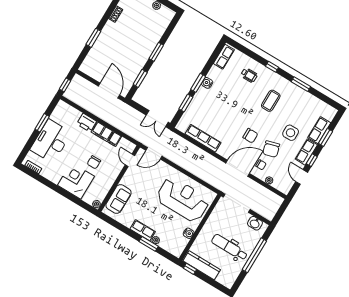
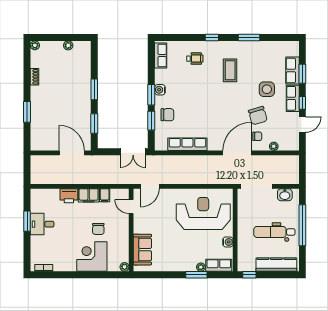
window: (65, 85) -> (27, 172), removed
chair: (250, 136) -> (167, 115), moved
desk: (51, 141) -> (42, 224), width x0.53, depth x0.77
door: (302, 177) -> (302, 125), swing flipped
row of seats: (143, 230) -> (219, 265), moved
kitchen counter: (202, 265) -> (276, 265), moved

